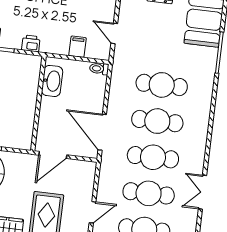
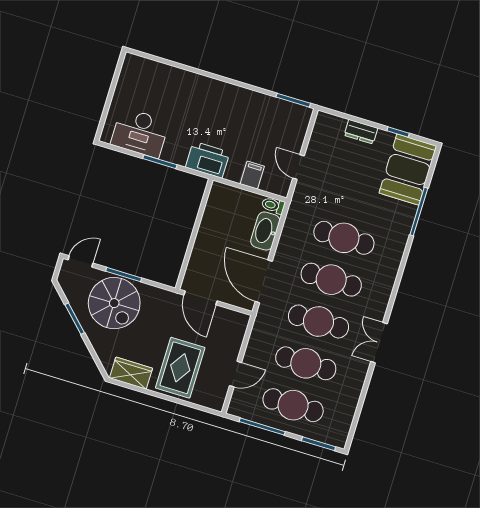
printer: (31, 43) -> (208, 160), width x1.87, depth x1.48
washbasin: (52, 81) -> (265, 231), moved, turned 180
door: (53, 155) -> (201, 298), hinge flipped
double door: (202, 192) -> (379, 343), moved

